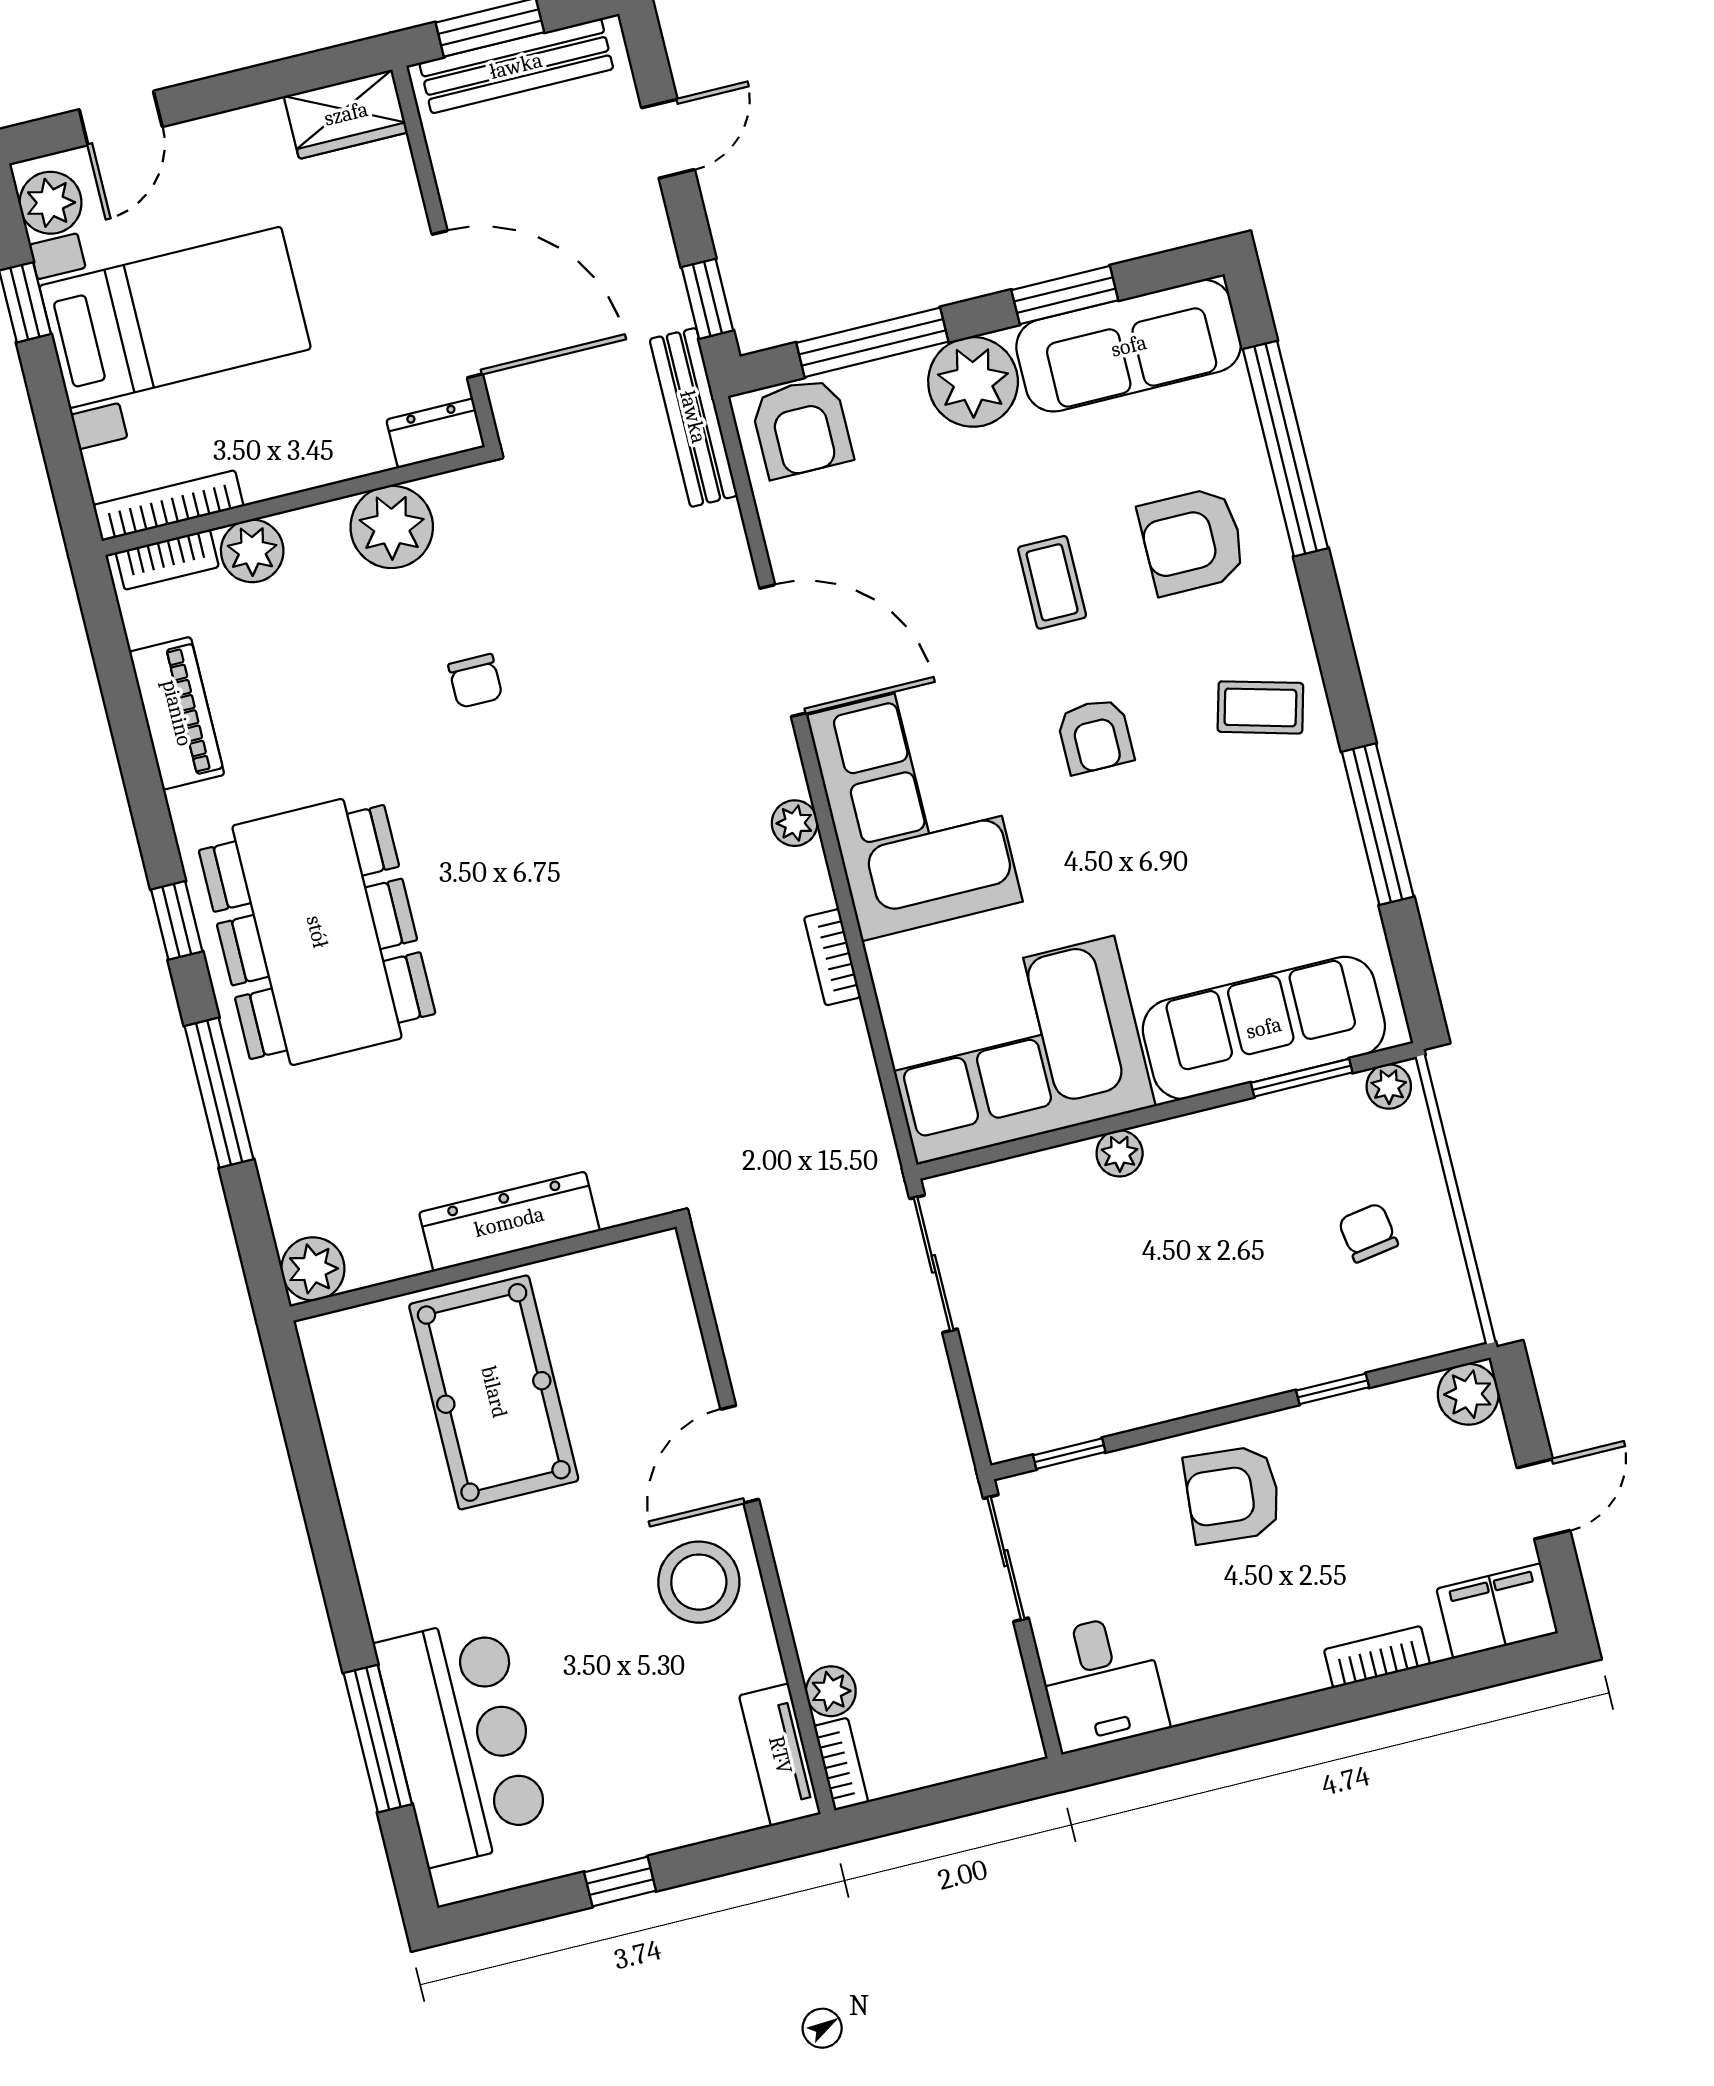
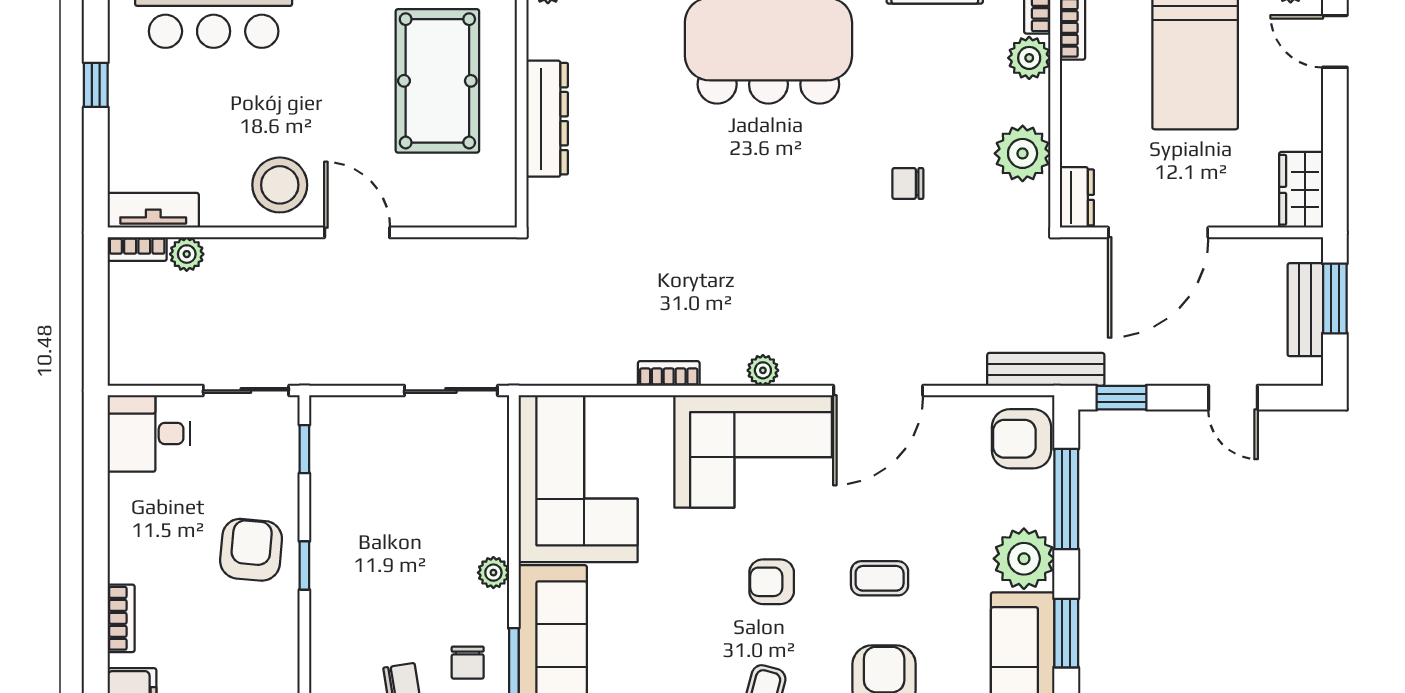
bench: (516, 66) -> (1305, 310), width x0.73
chair: (1318, 1144) -> (468, 663), added
plant: (1120, 1153) -> (493, 573), moved
window: (1333, 1389) -> (304, 566), moved
pool table: (494, 1392) -> (437, 81), turned 90

